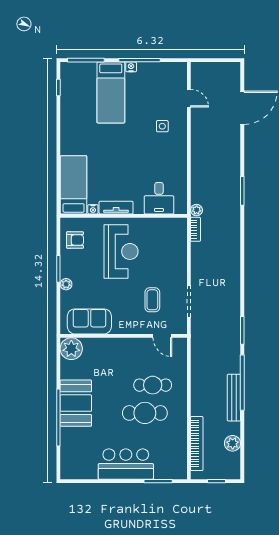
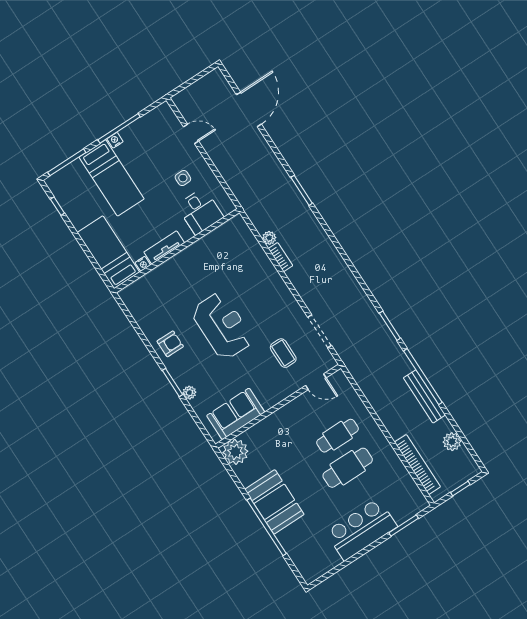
bed: (74, 185) -> (108, 252), moved
desk: (159, 198) -> (200, 211), moved
tv unit: (116, 208) -> (164, 248), moved
nightstand: (93, 209) -> (143, 264), moved
wall: (124, 216) -> (177, 251), moved

